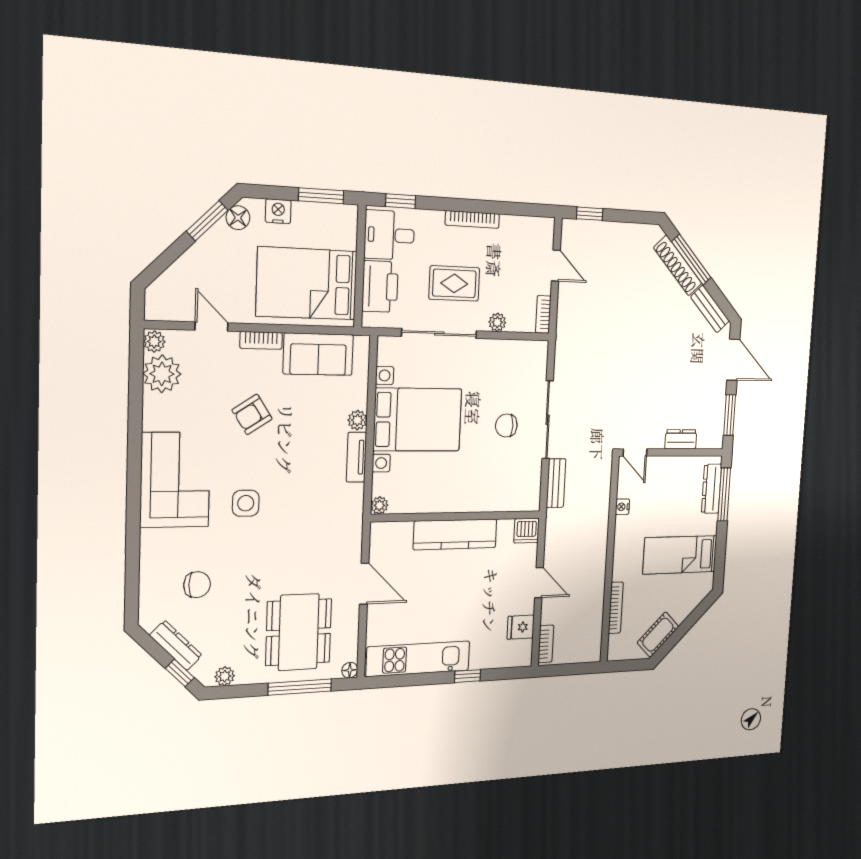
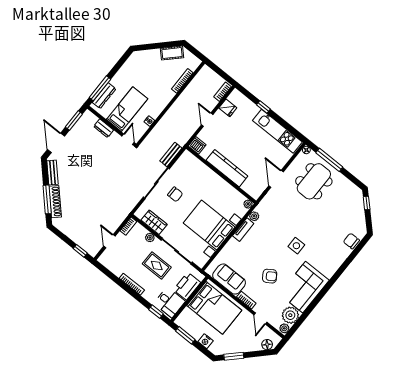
floor lamp: (238, 218) -> (267, 345), moved
wardrobe: (508, 353) -> (154, 222), added
plant: (357, 420) -> (254, 216), moved
corner sofa: (175, 480) -> (304, 287), moved
bed: (680, 555) -> (127, 109), moved, turned -90
chair: (197, 585) -> (351, 241), moved
dresser: (176, 645) -> (360, 214), removed
plant: (225, 676) -> (352, 188), removed

